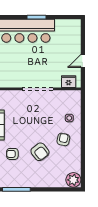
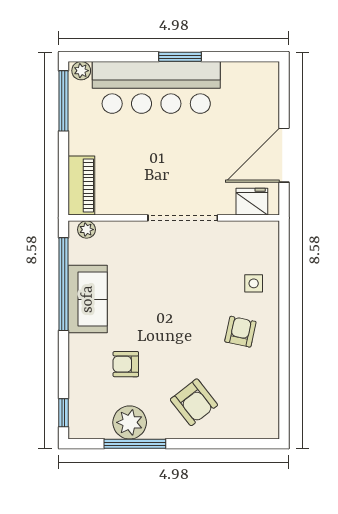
door: (83, 61) -> (284, 155), width x1.88
armchair: (40, 152) -> (194, 402), moved
plant: (73, 180) -> (130, 422), moved

